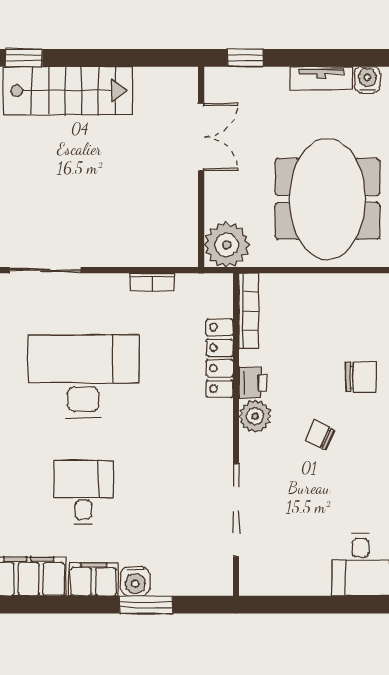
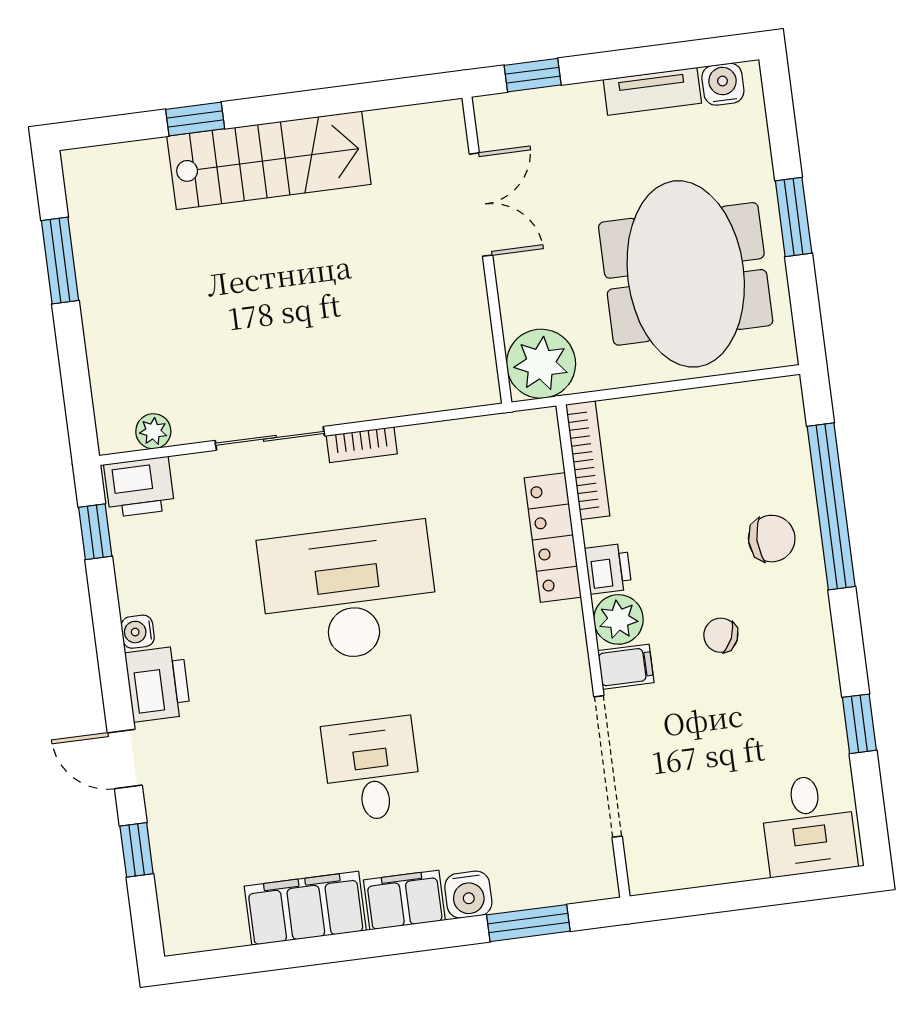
bookcase: (152, 282) -> (362, 445), moved
filing cabinet: (256, 447) -> (626, 667), added
window: (146, 605) -> (528, 923), moved

